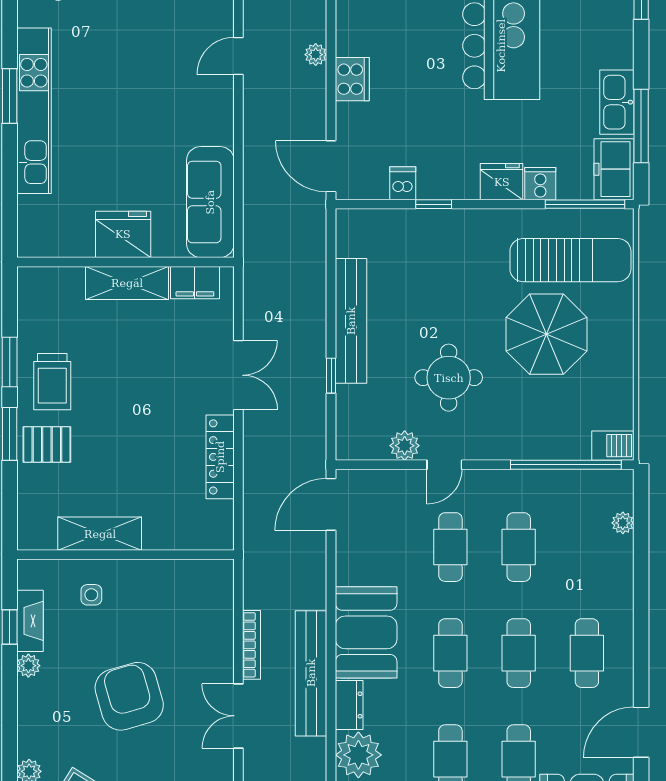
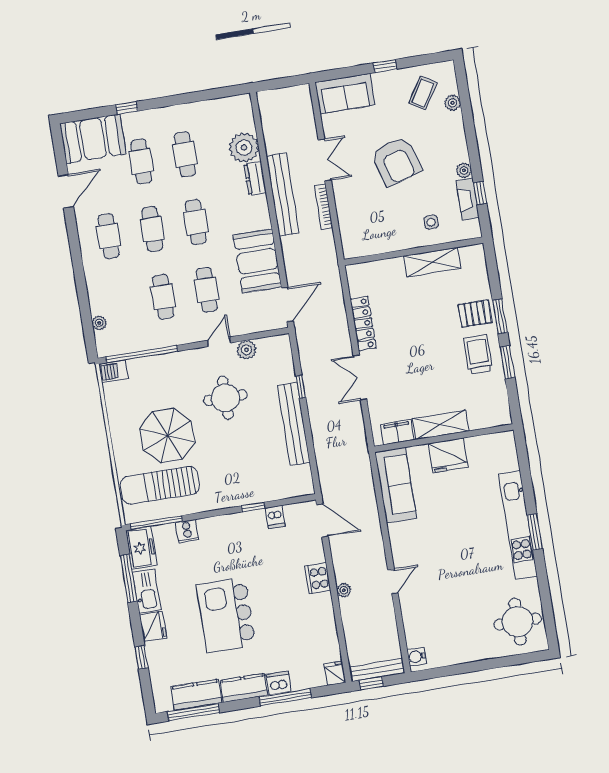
fridge: (502, 182) -> (153, 626), moved, turned -90
booth: (366, 632) -> (257, 261), moved

